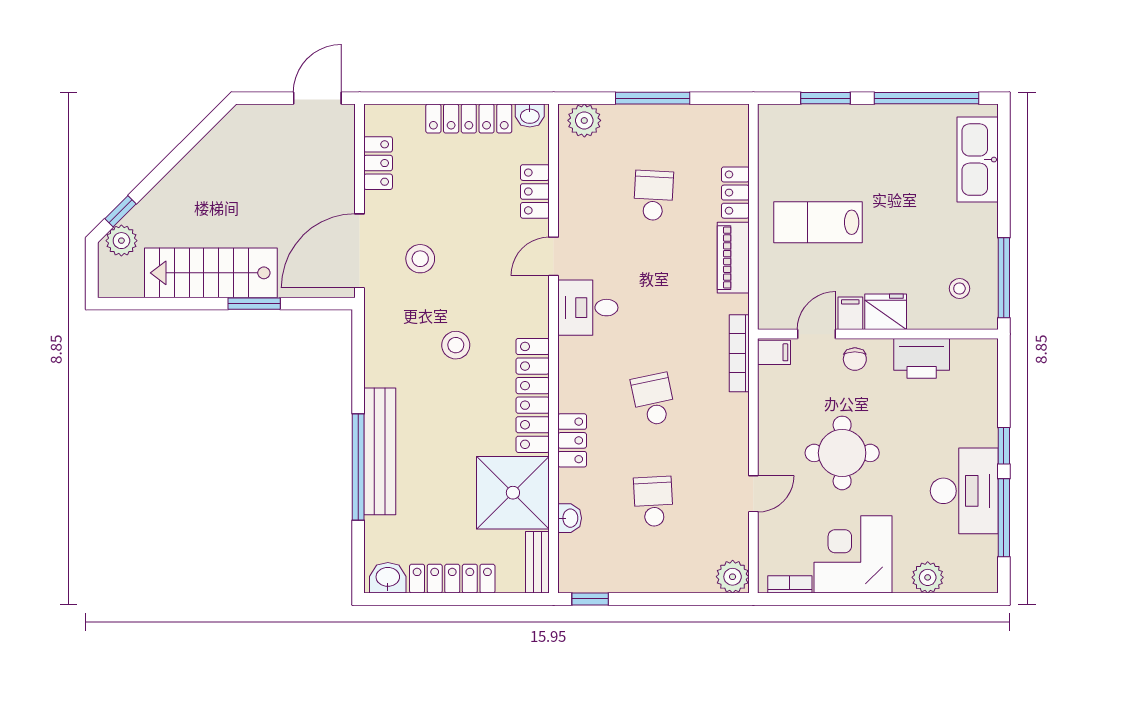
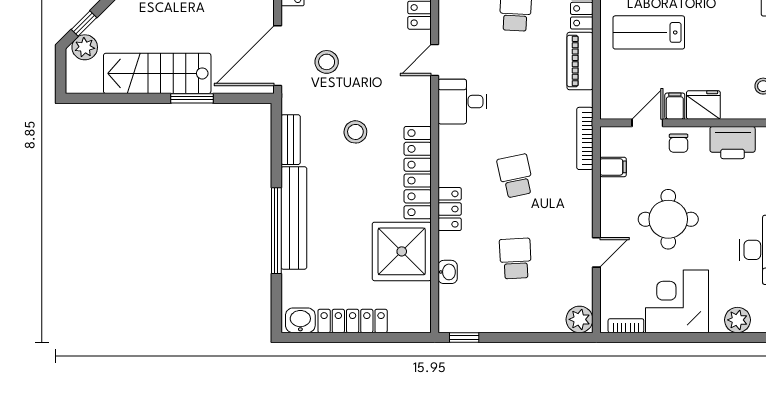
filing cabinet: (774, 352) -> (613, 167), moved
bench: (537, 562) -> (291, 140), moved

